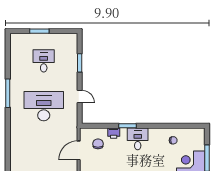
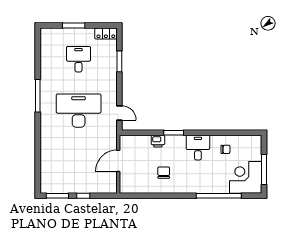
locker: (68, 38) -> (106, 33), added
door: (80, 97) -> (119, 113), moved
desk: (138, 139) -> (198, 148), moved
chair: (98, 144) -> (164, 173), moved

